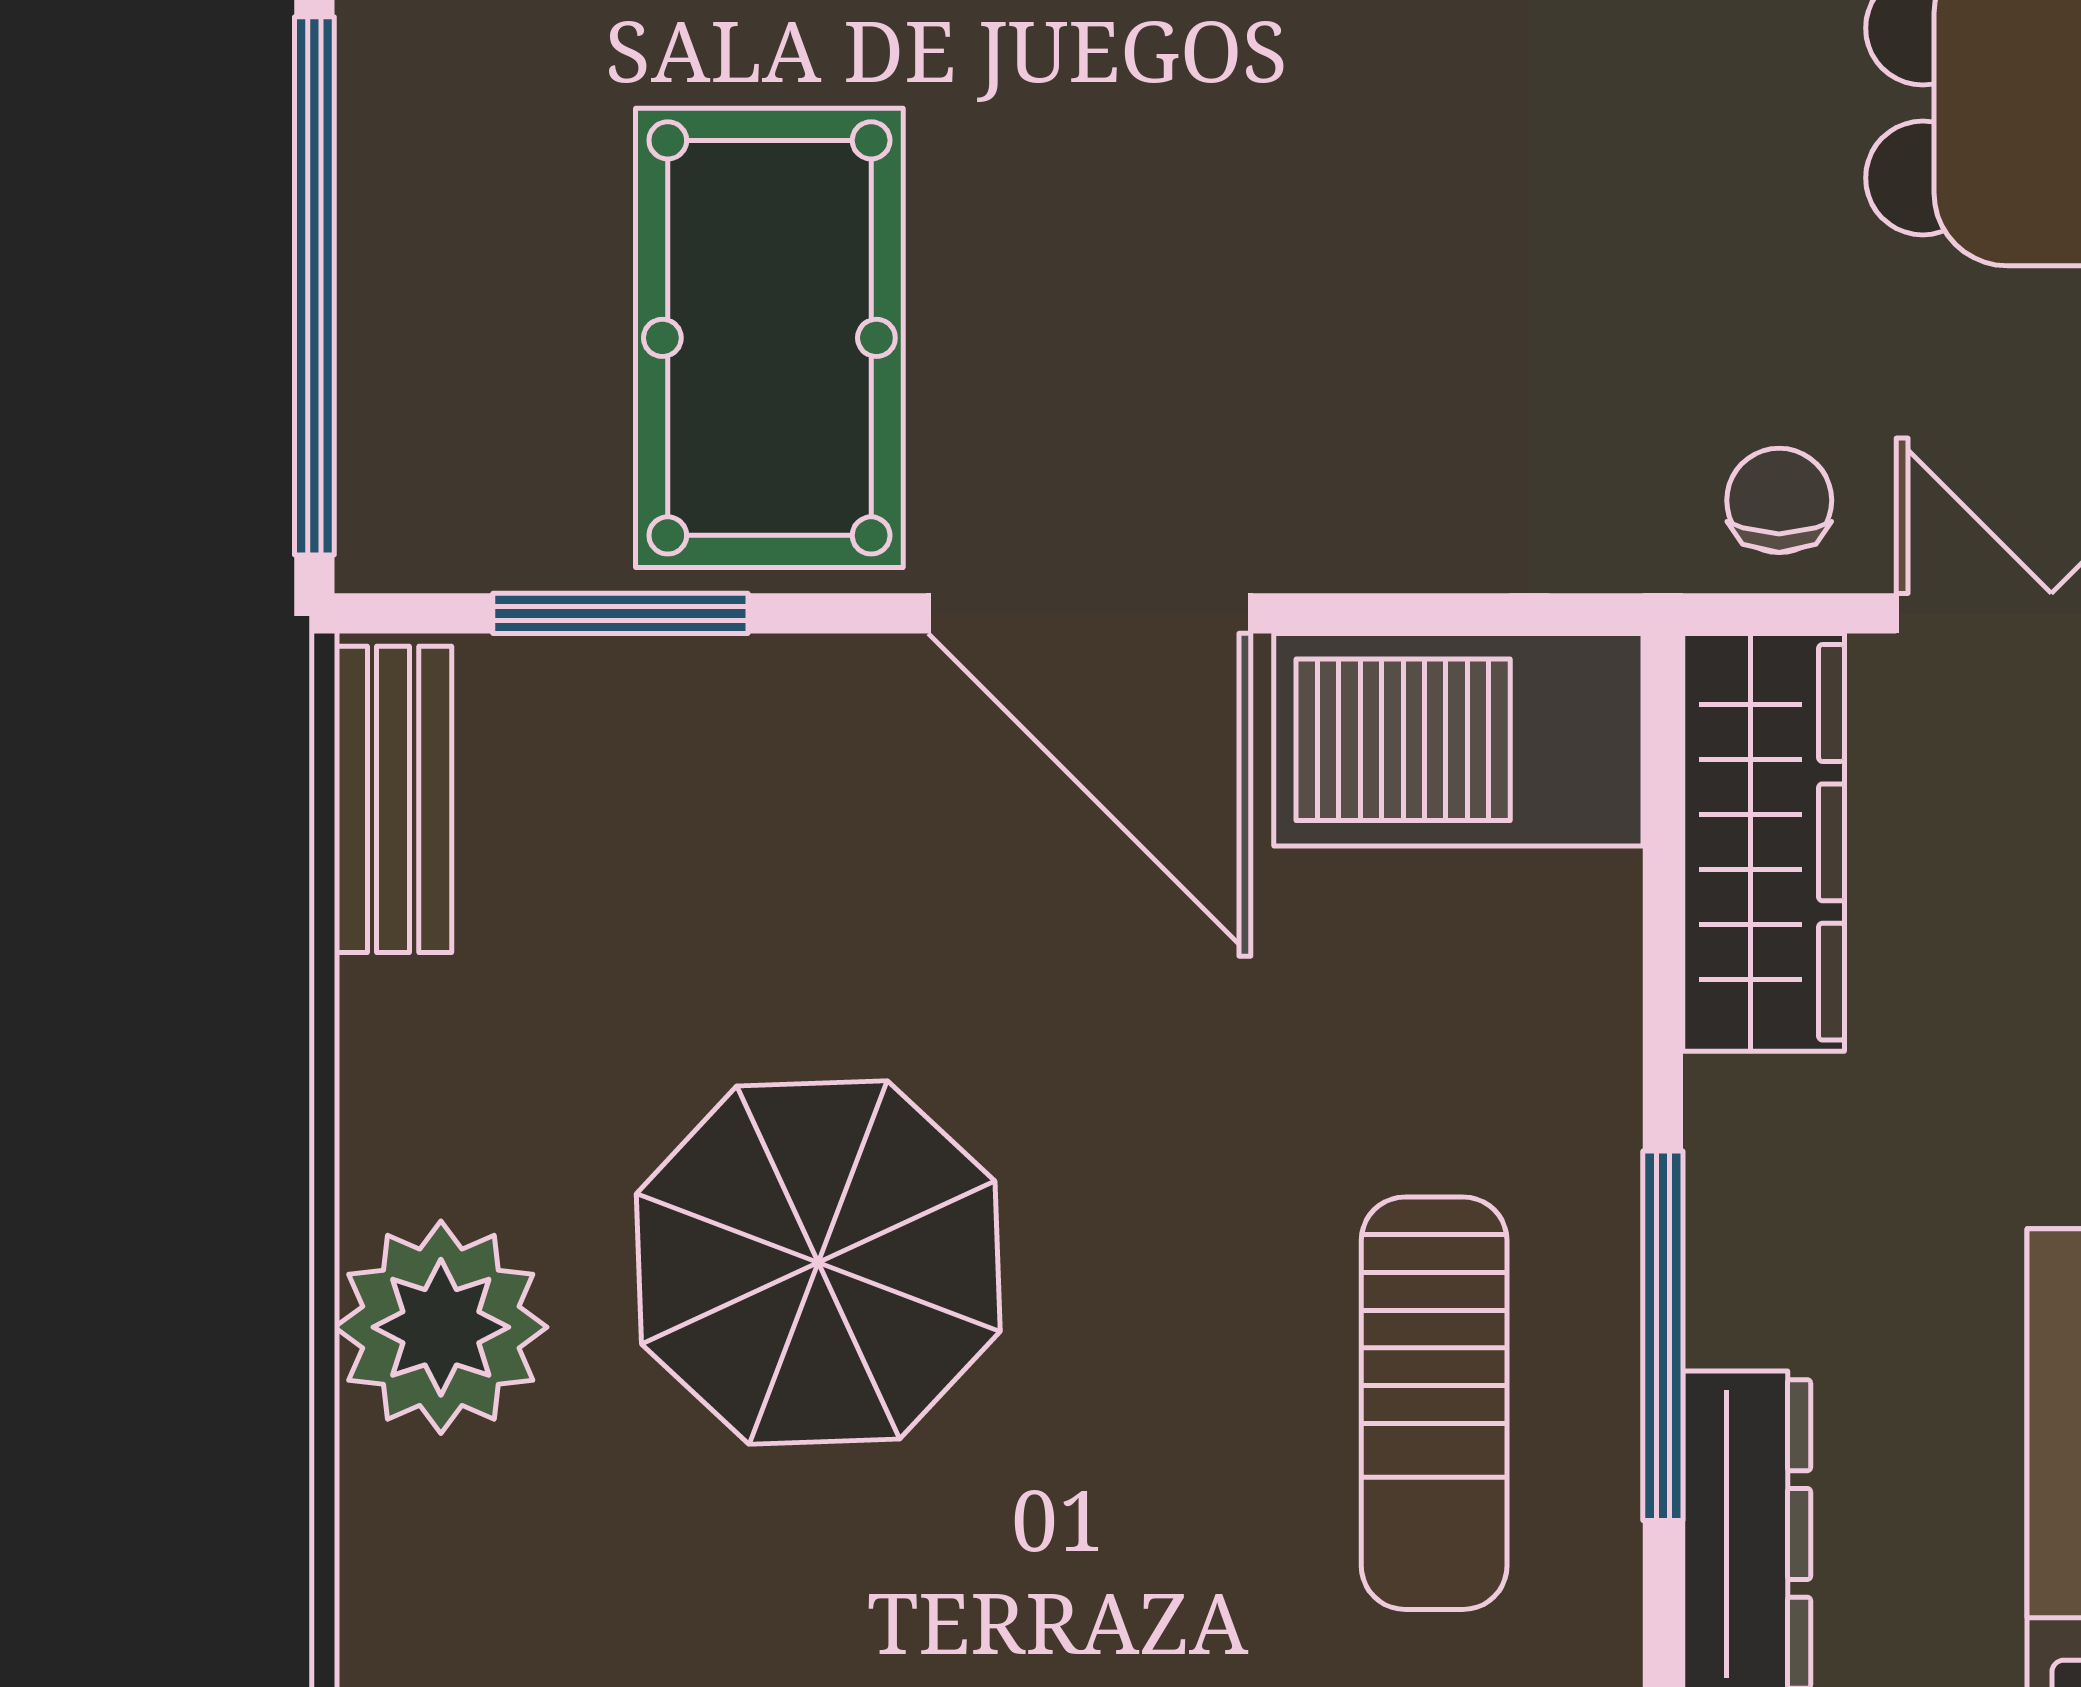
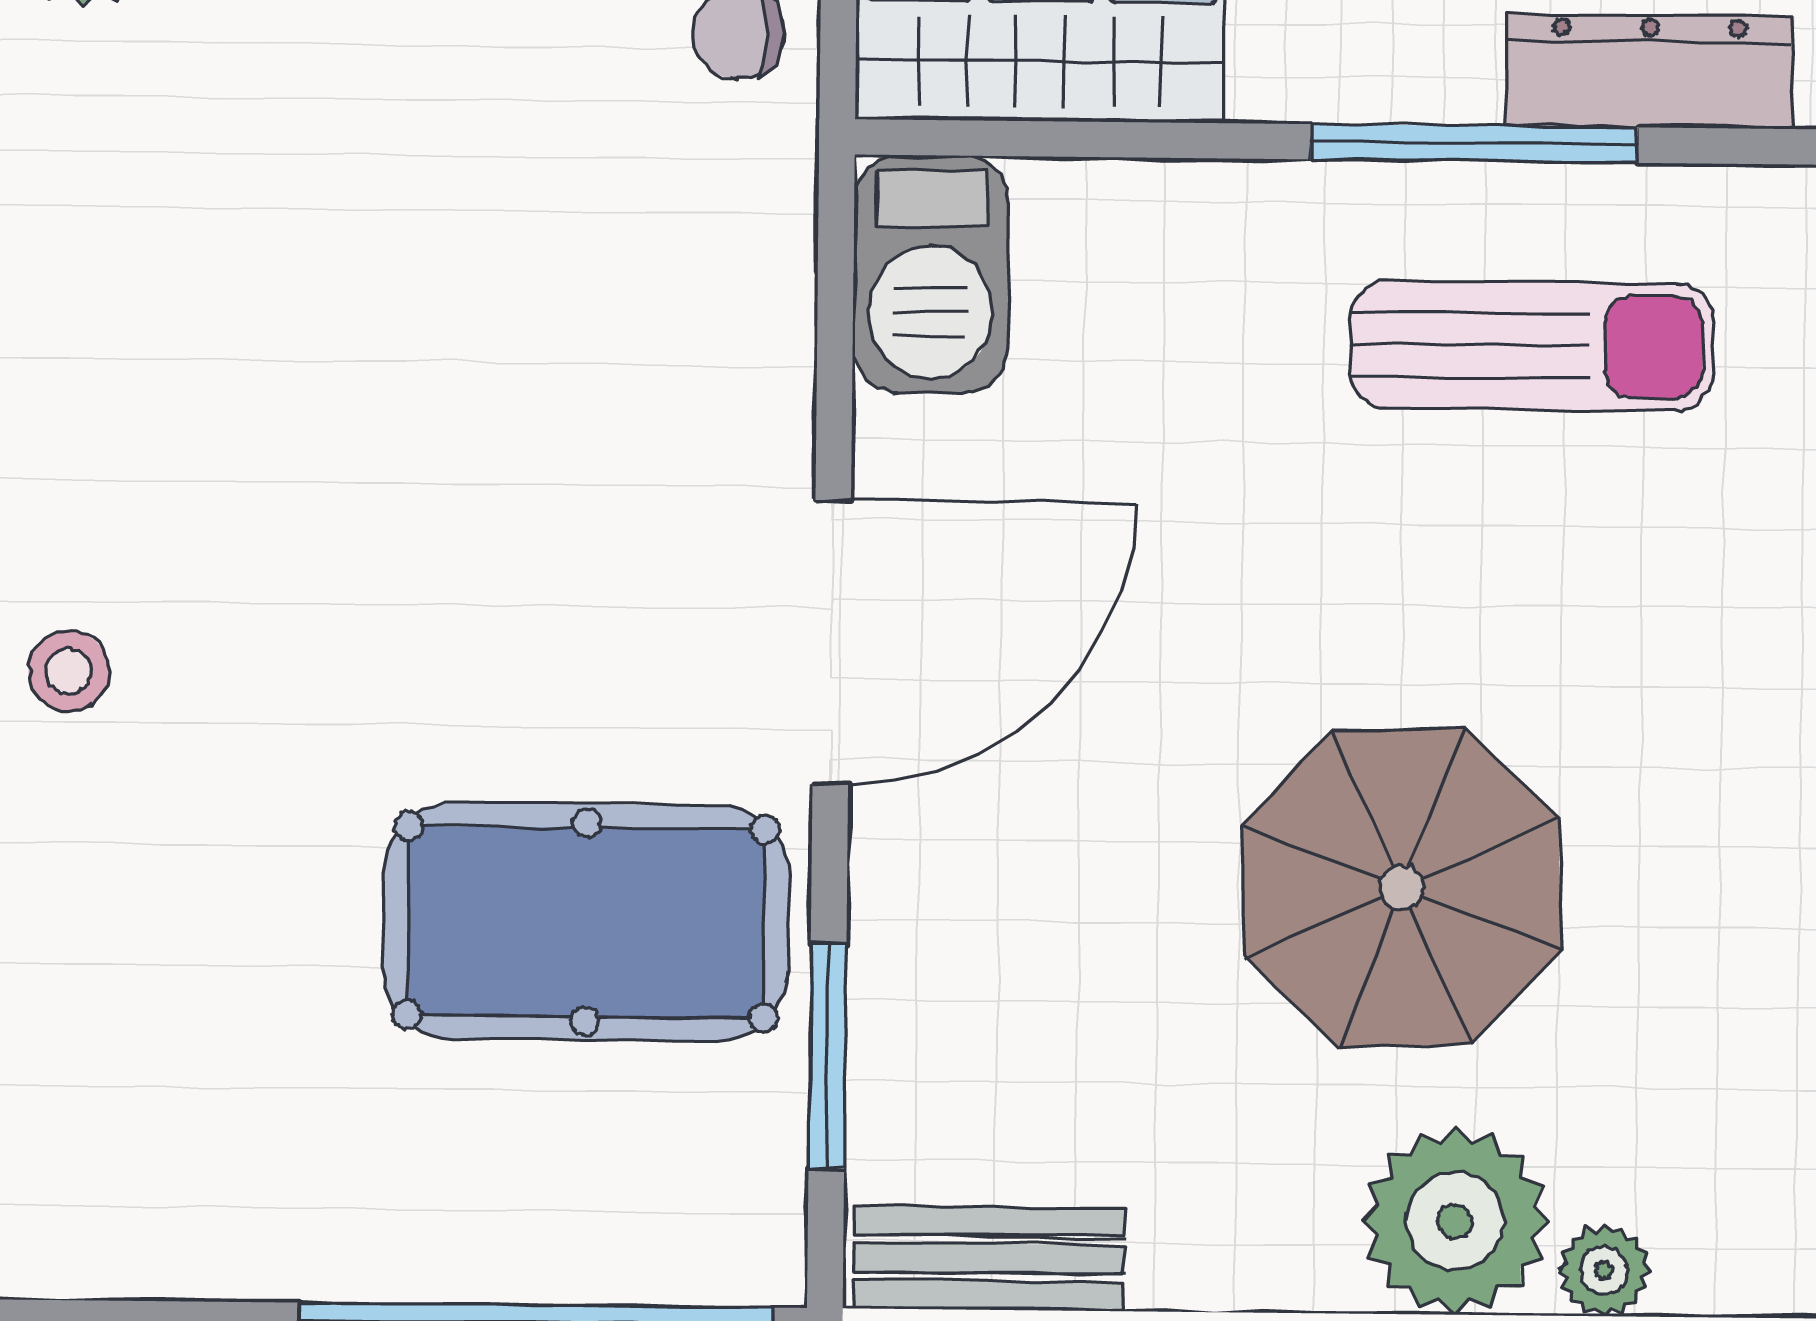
barbecue: (1458, 740) -> (931, 274), width x0.73, depth x0.83
plant: (386, 1496) -> (1604, 1270), added

